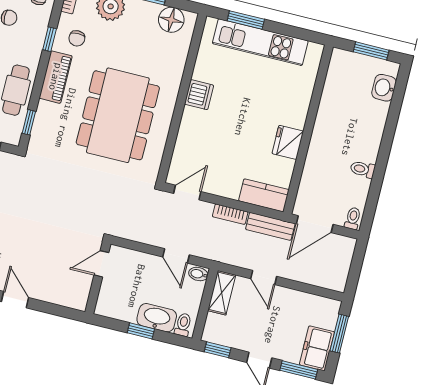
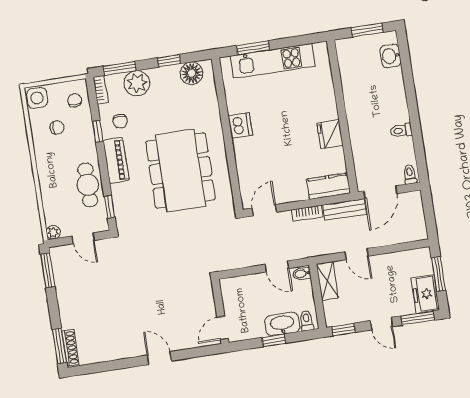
door: (101, 264) -> (223, 328), moved

